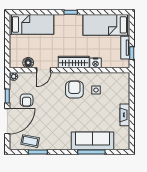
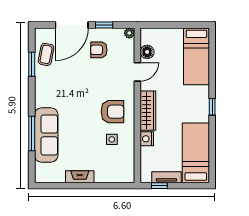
door: (44, 70) -> (137, 72), swing flipped
door: (7, 121) -> (72, 25), hinge flipped

